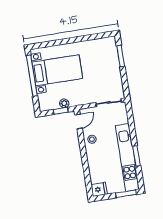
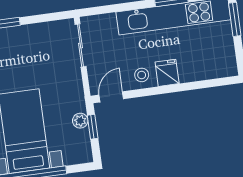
door: (79, 121) -> (111, 97), hinge flipped
fridge: (99, 189) -> (167, 73), moved

